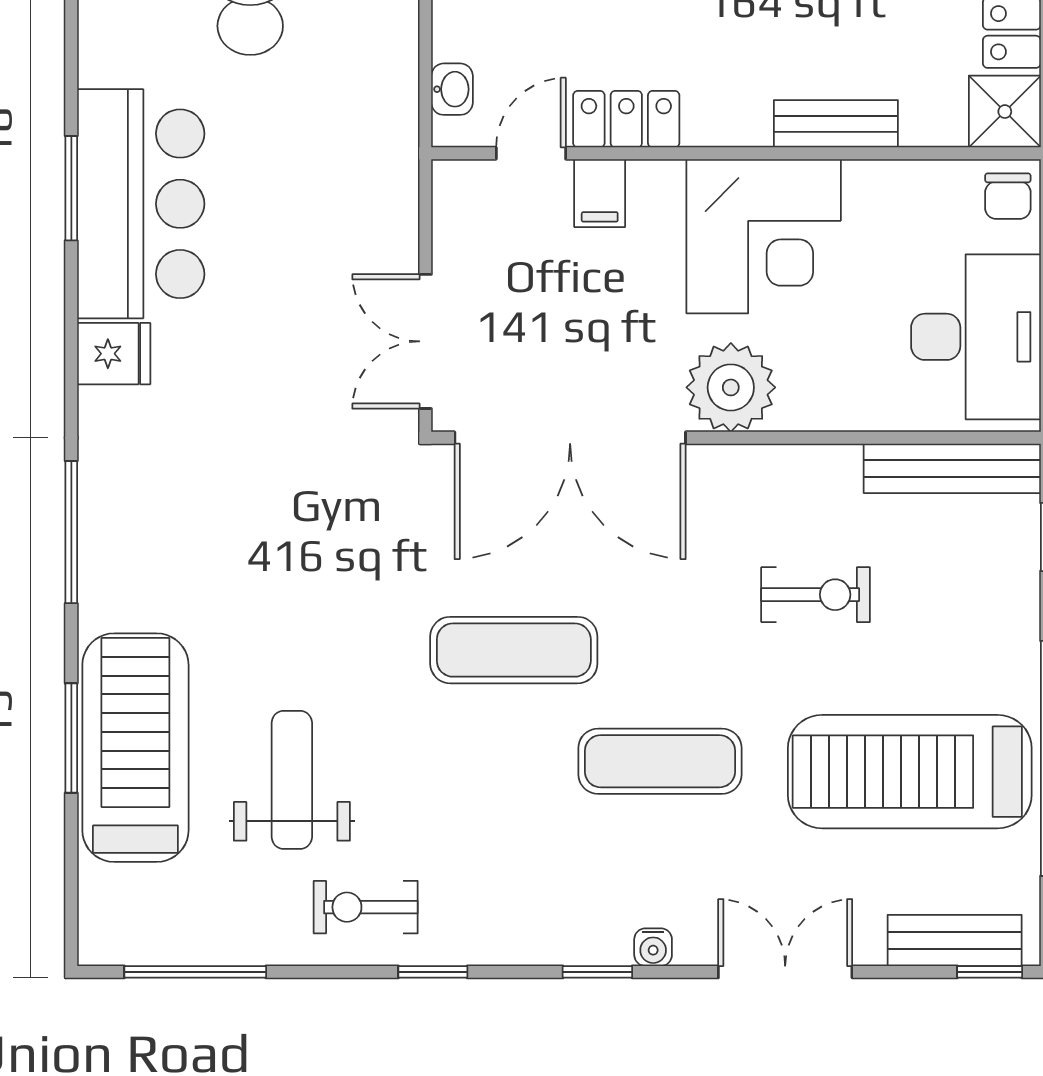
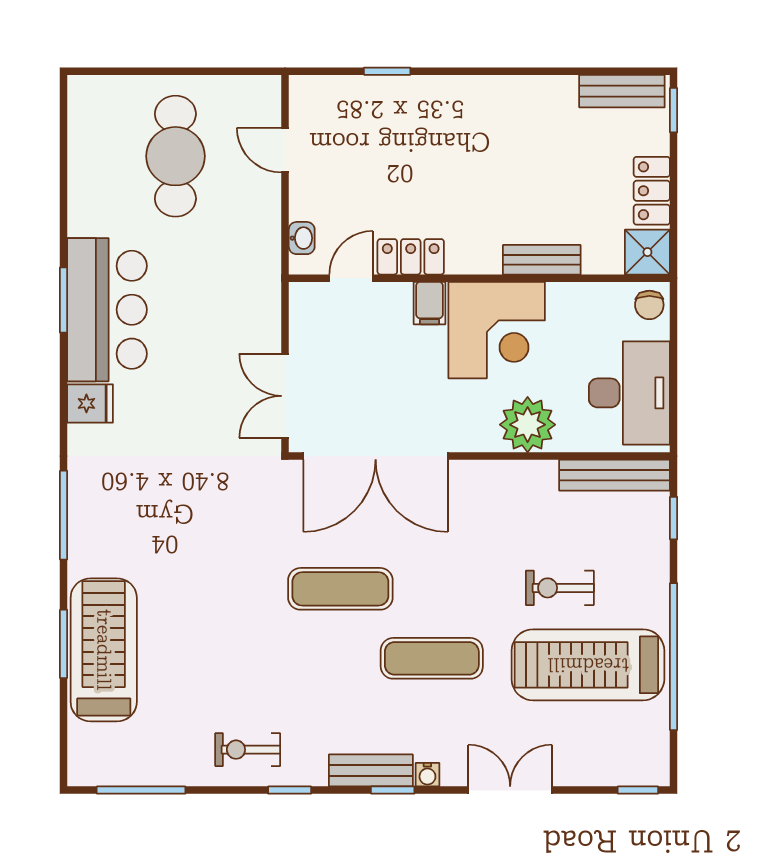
filing cabinet: (600, 193) -> (430, 303), moved
plant: (731, 387) -> (528, 425), moved
exercise bike: (816, 595) -> (560, 588), moved, turned 180
weight bench: (292, 780) -> (202, 670), removed
bench: (955, 940) -> (371, 770), moved

